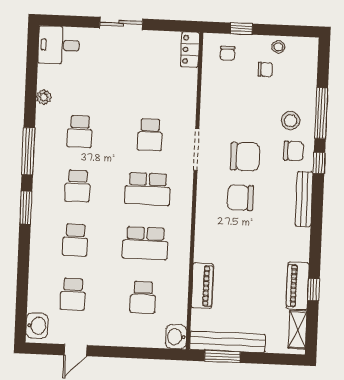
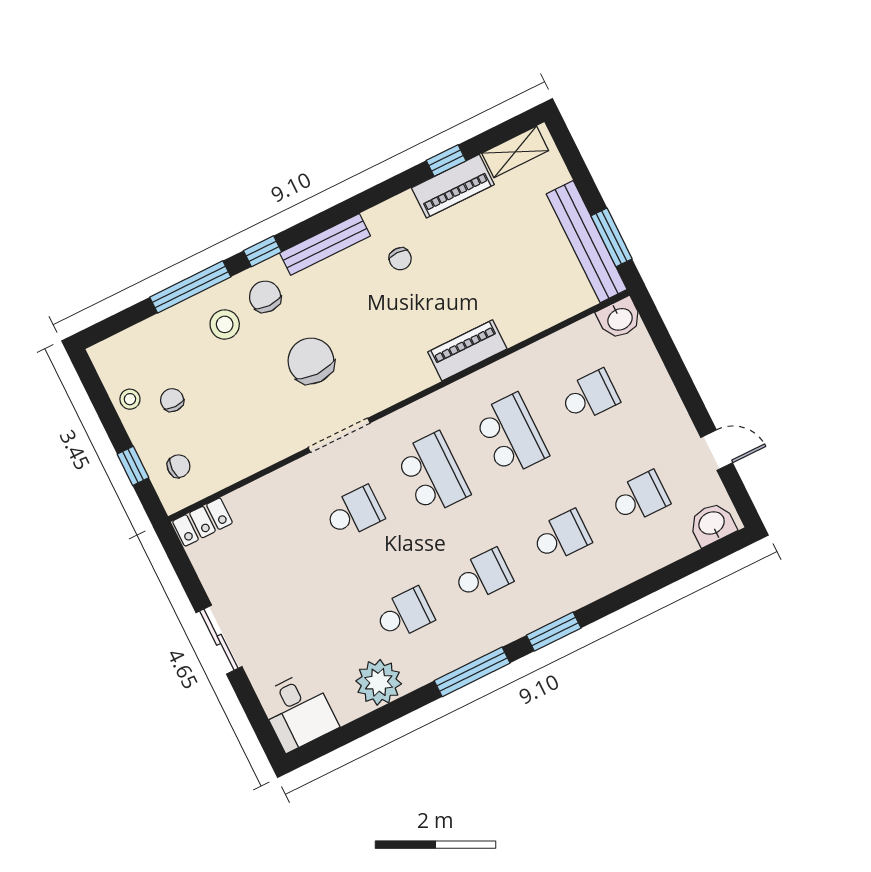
plant: (44, 97) -> (379, 682), width x1.87, depth x1.87
chair: (240, 198) -> (400, 259), moved, width x0.54, depth x0.54
piano: (202, 286) -> (467, 350), moved

